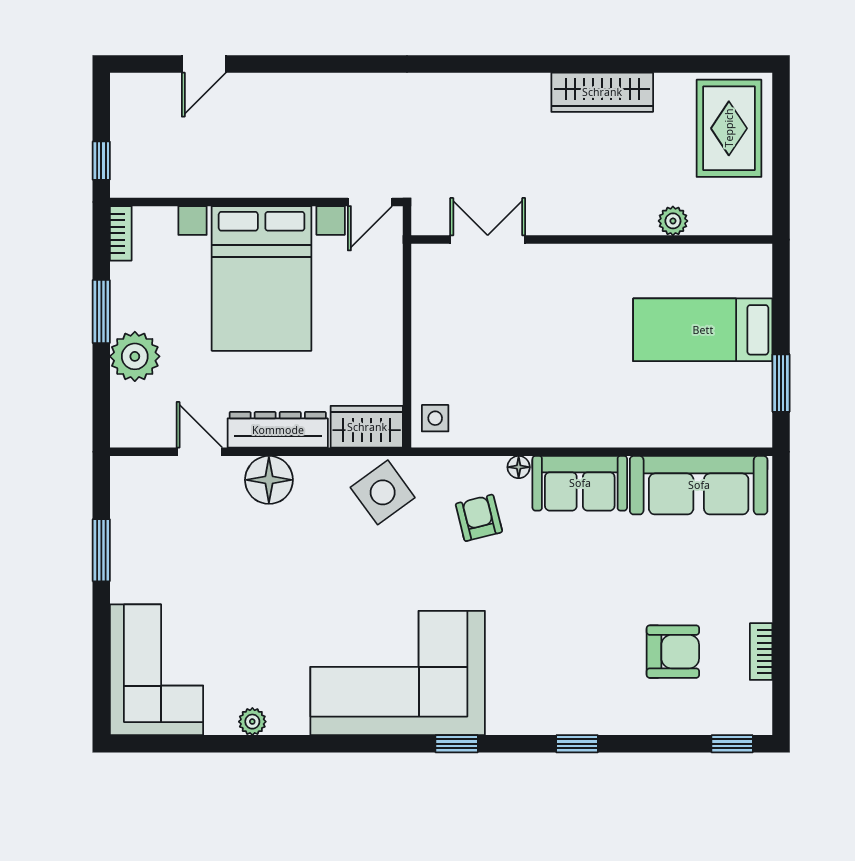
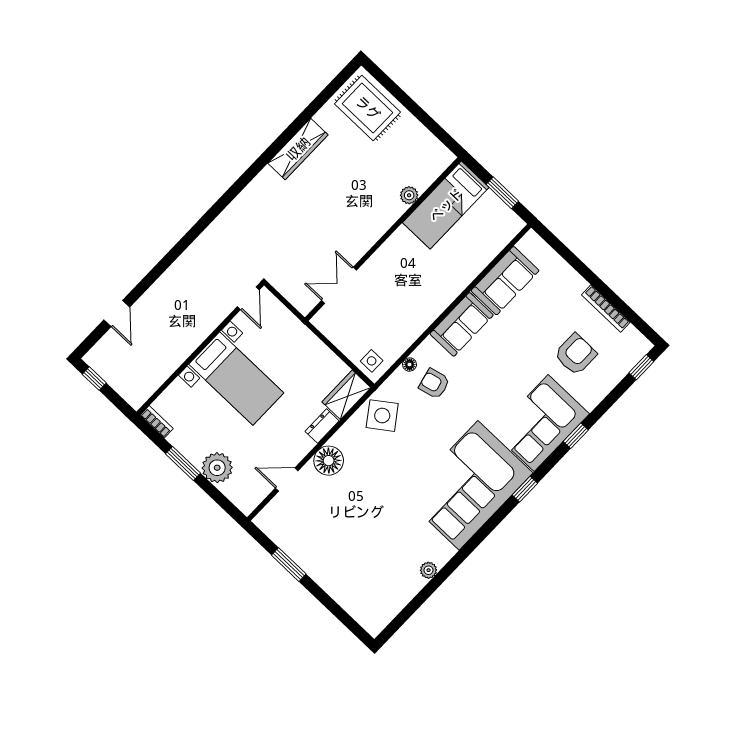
window: (101, 161) -> (94, 379), moved
plant: (673, 221) -> (409, 195), moved
double door: (488, 240) -> (339, 285), moved
wall: (592, 240) -> (383, 239), moved
bed with nightstands: (262, 278) -> (236, 379), width x0.73
dresser: (278, 430) -> (322, 426), width x0.51, depth x0.80
floor lamp: (519, 467) -> (409, 365), moved
sofa: (699, 485) -> (505, 281), width x0.73
bookcase: (761, 652) -> (606, 309), width x1.56
corner sofa: (157, 670) -> (541, 423), moved, turned -90

